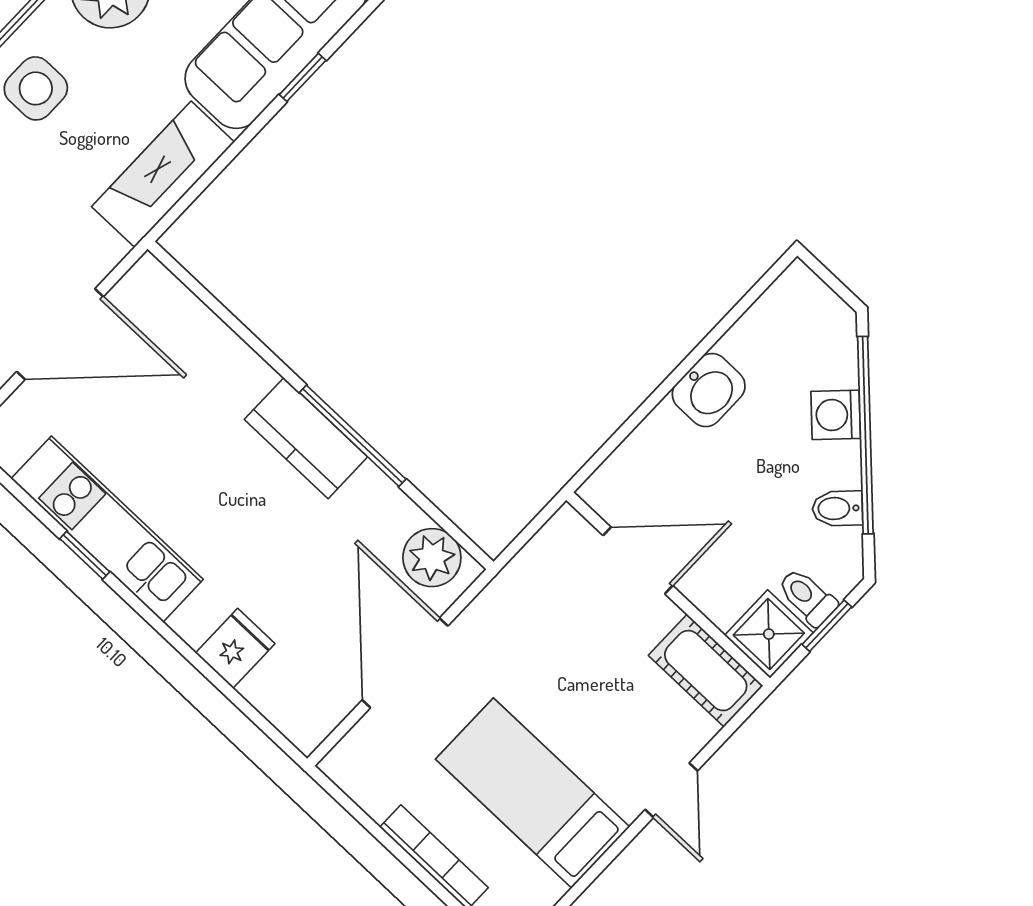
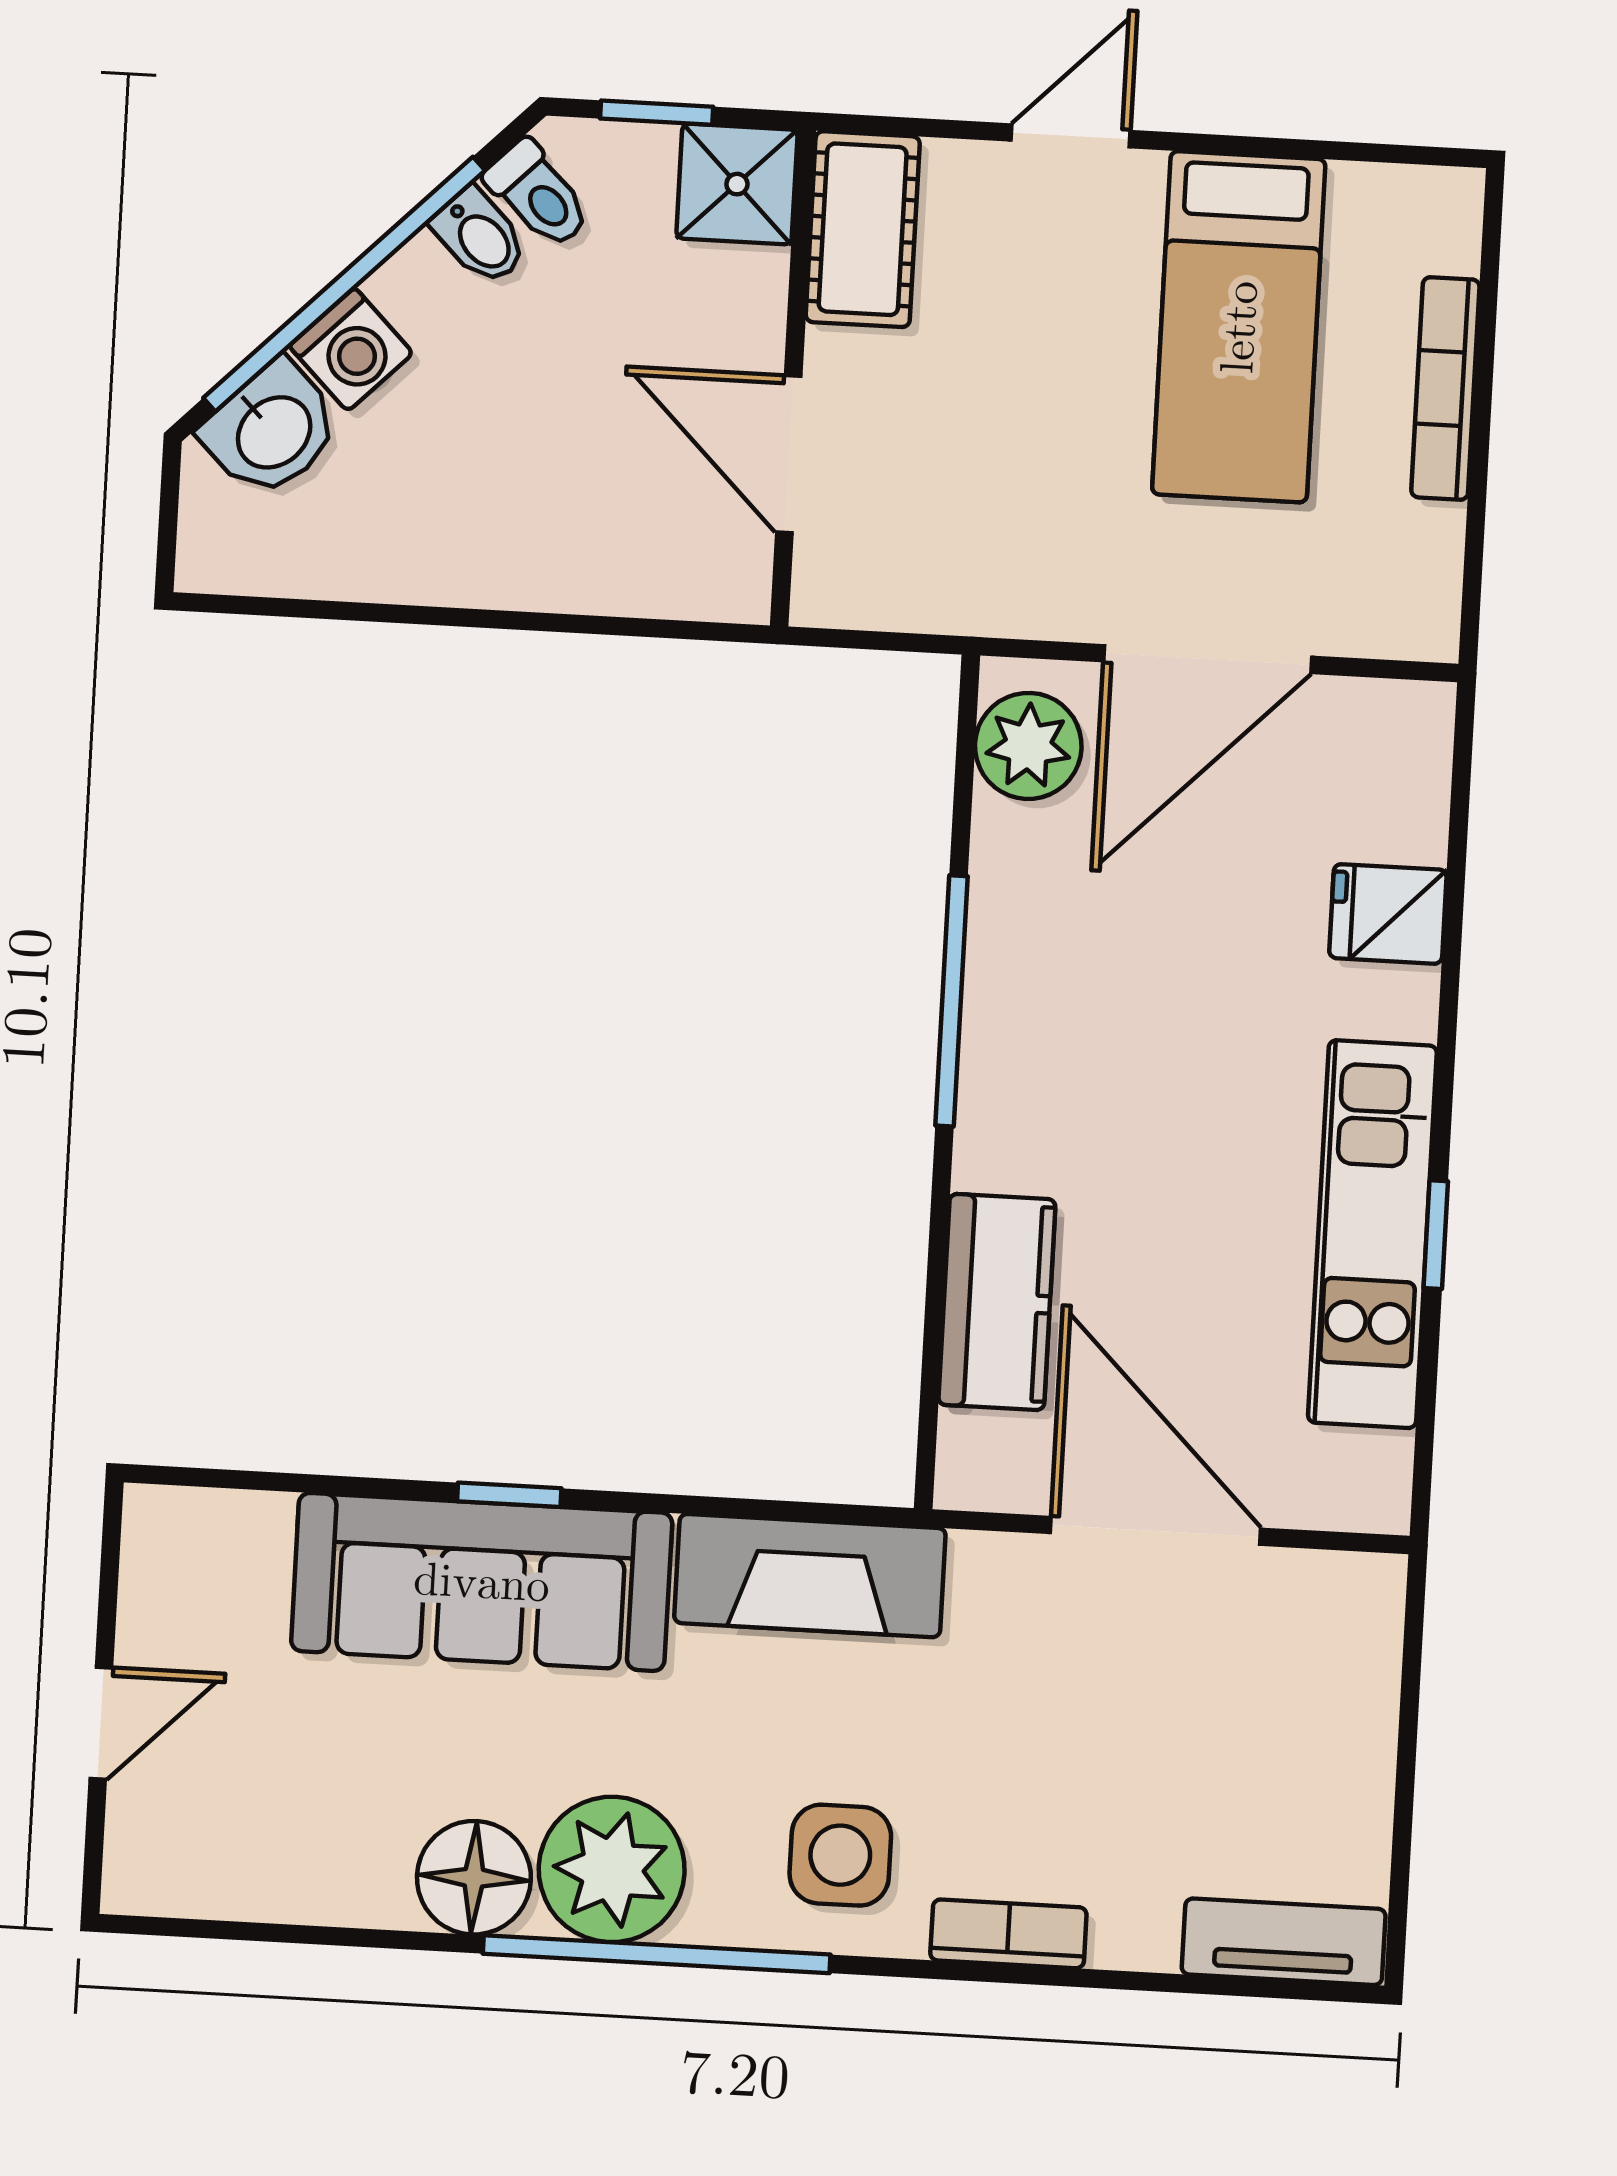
washbasin: (709, 390) -> (272, 430), moved, turned 135
kitchen counter: (306, 438) -> (997, 1302), moved
toilet: (807, 597) -> (538, 195), moved, turned -45

